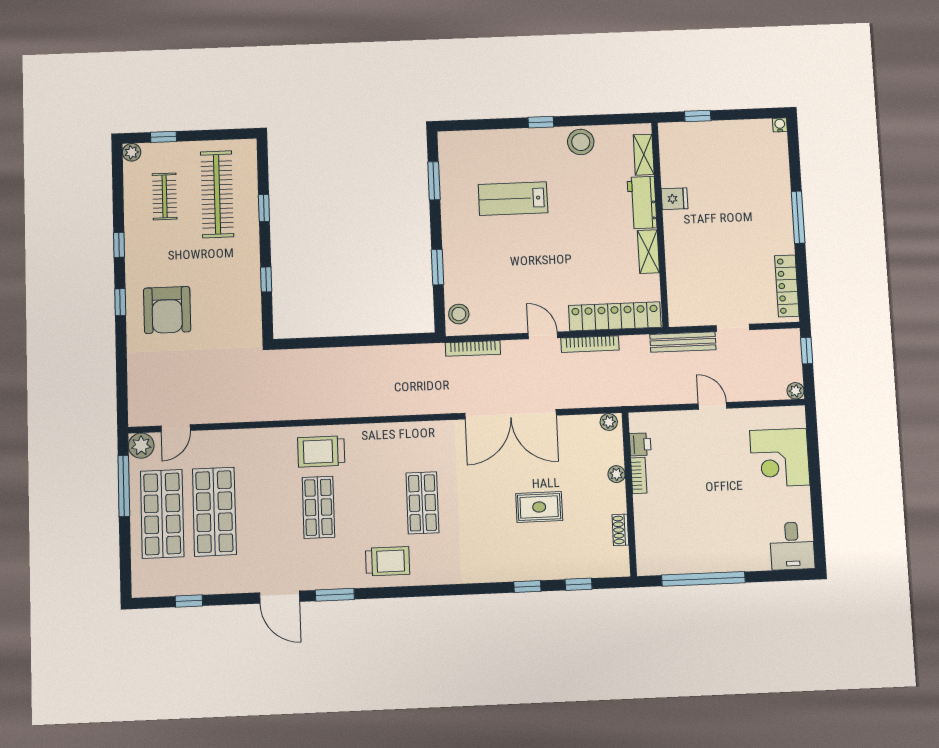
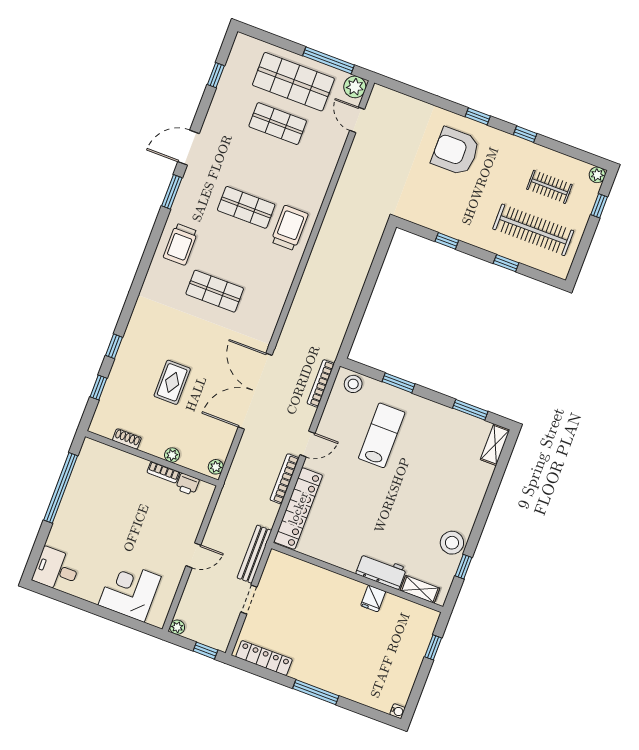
window: (541, 122) -> (463, 567), moved
lab bench: (513, 199) -> (382, 435), moved
shelving: (648, 252) -> (495, 445), moved, turned 90
shop shelf: (214, 512) -> (278, 124), width x0.70, depth x0.74

